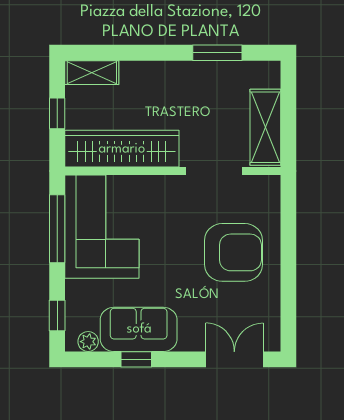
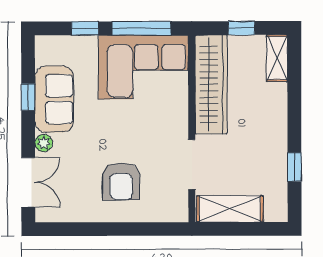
window: (217, 53) -> (294, 167), width x0.67
armchair: (234, 252) -> (121, 181), width x0.73, depth x0.73
window: (57, 316) -> (85, 28), moved
plant: (88, 342) -> (44, 143), moved

